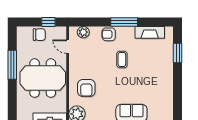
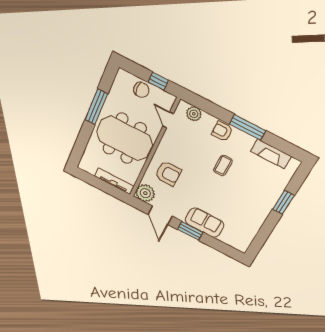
window: (178, 53) -> (283, 202), moved
armchair: (86, 88) -> (168, 173), turned -90

